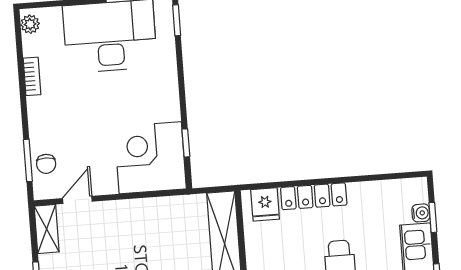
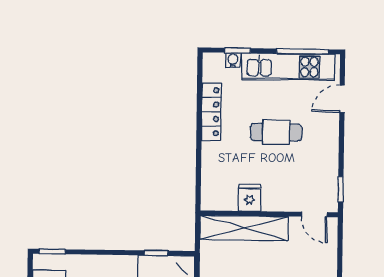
locker: (314, 196) -> (211, 112), moved
fridge: (265, 204) -> (250, 198), moved, turned -90

